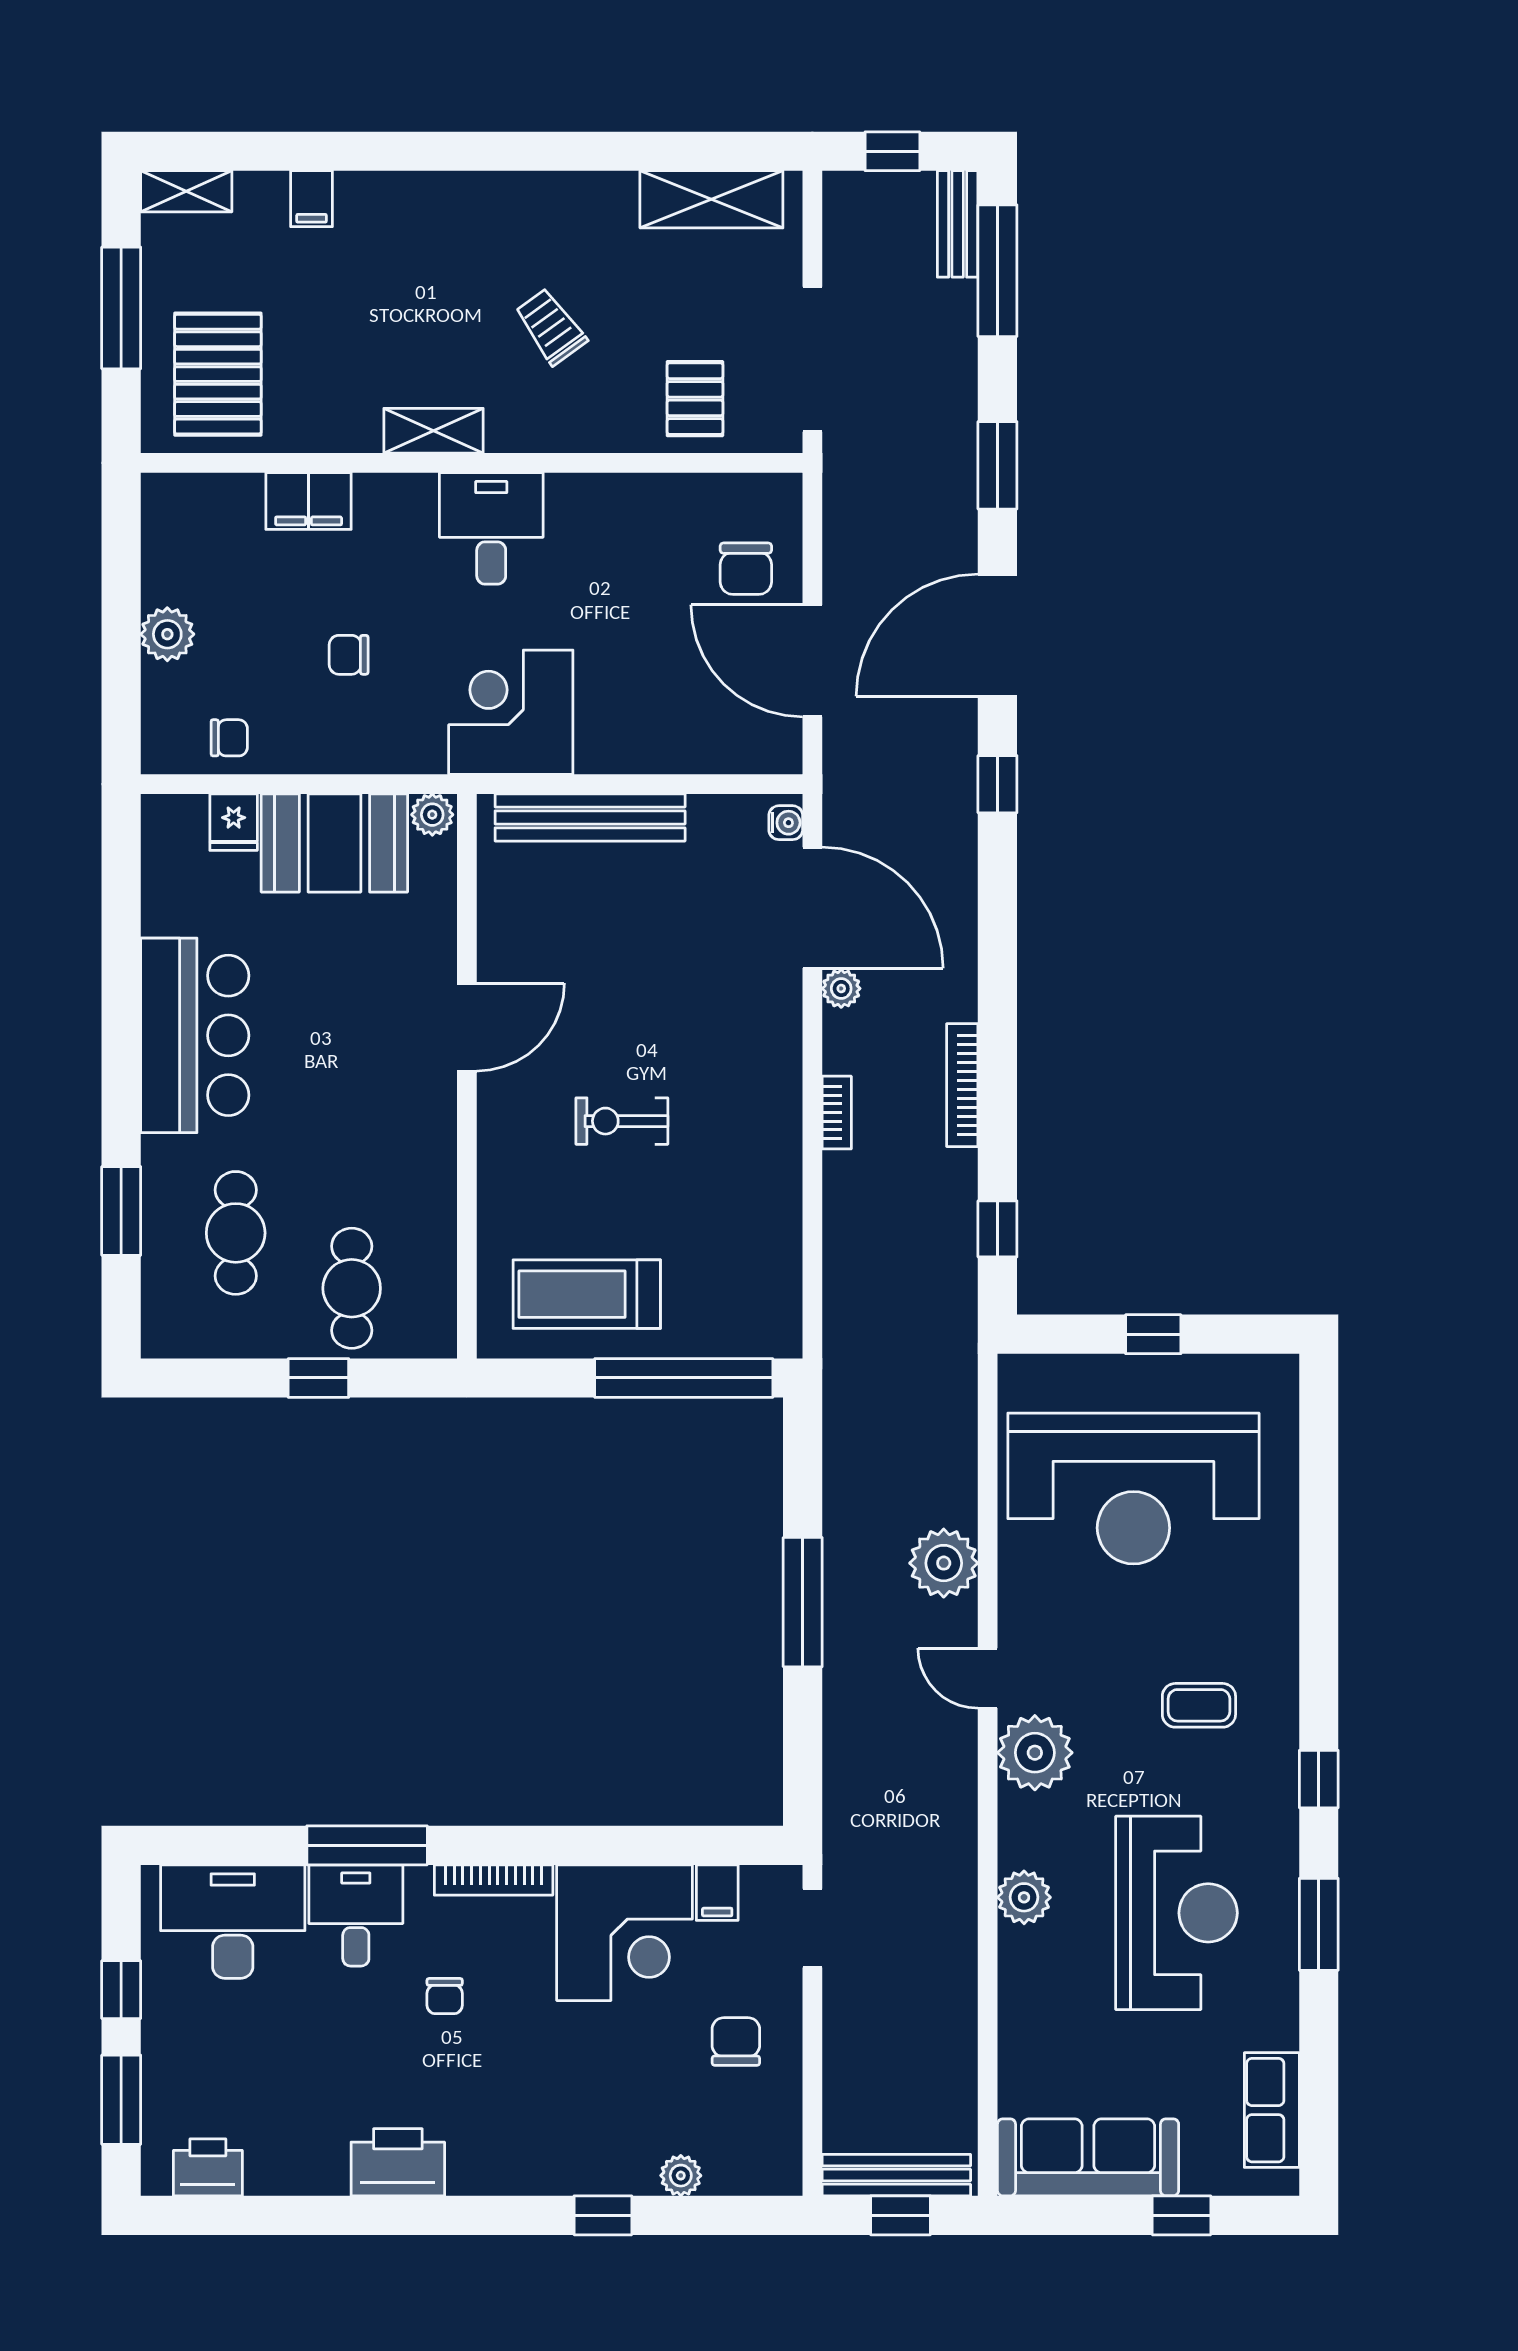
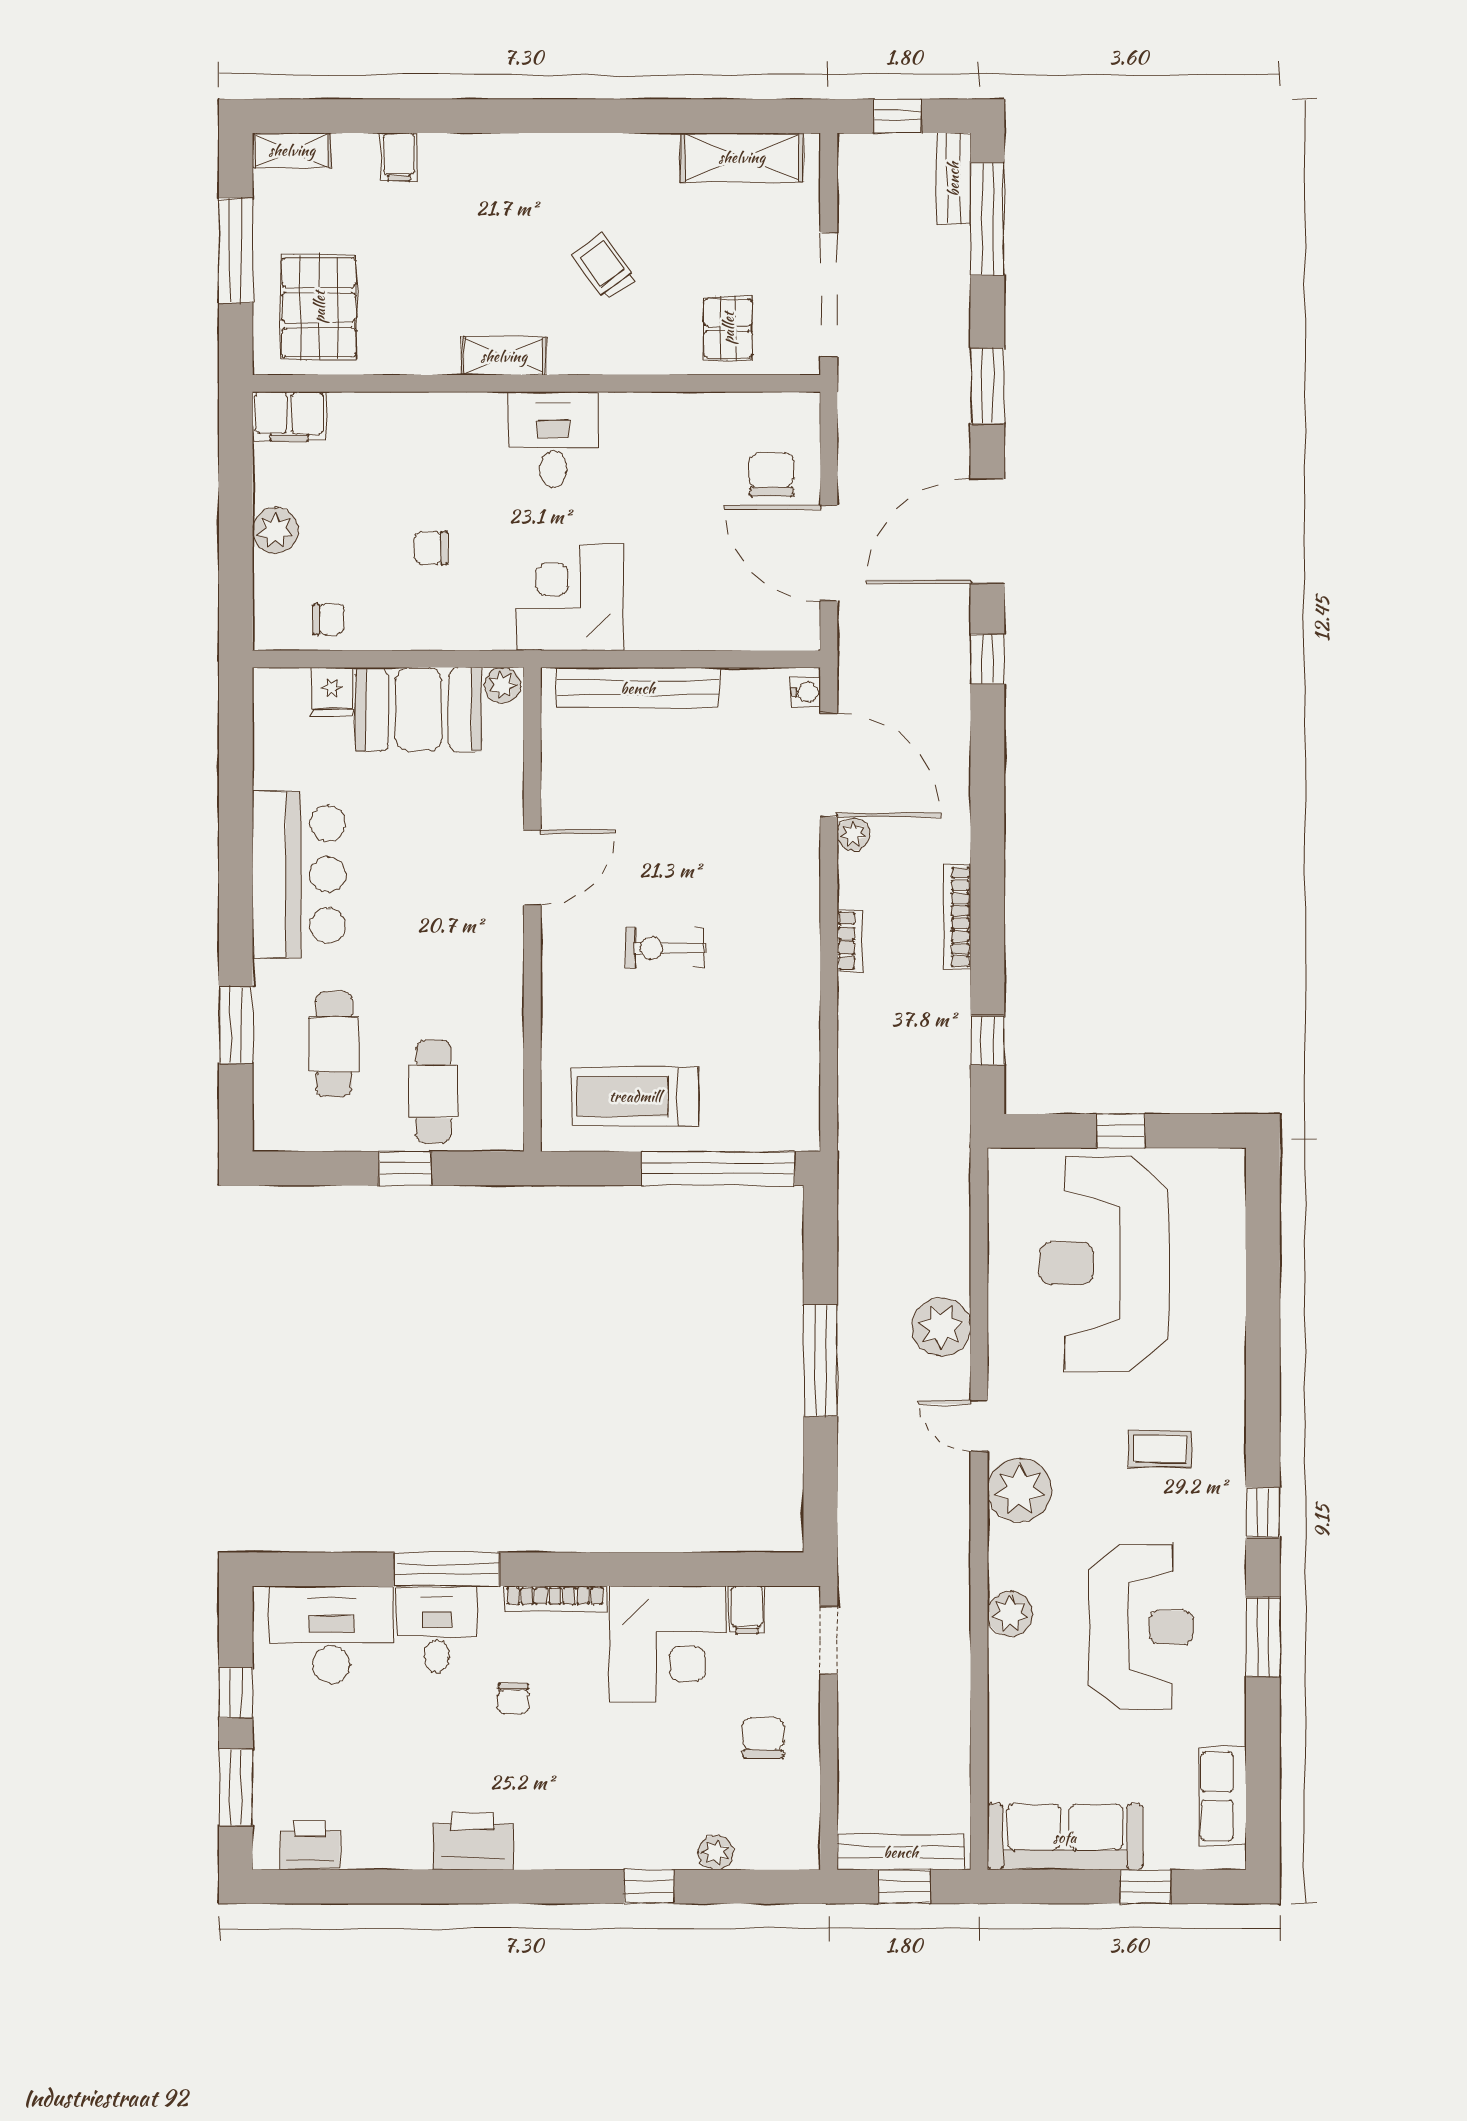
filing cabinet: (309, 501) -> (289, 416), moved
chair: (746, 569) -> (772, 474), turned 180
reception desk: (1133, 1489) -> (1104, 1263), turned 90

